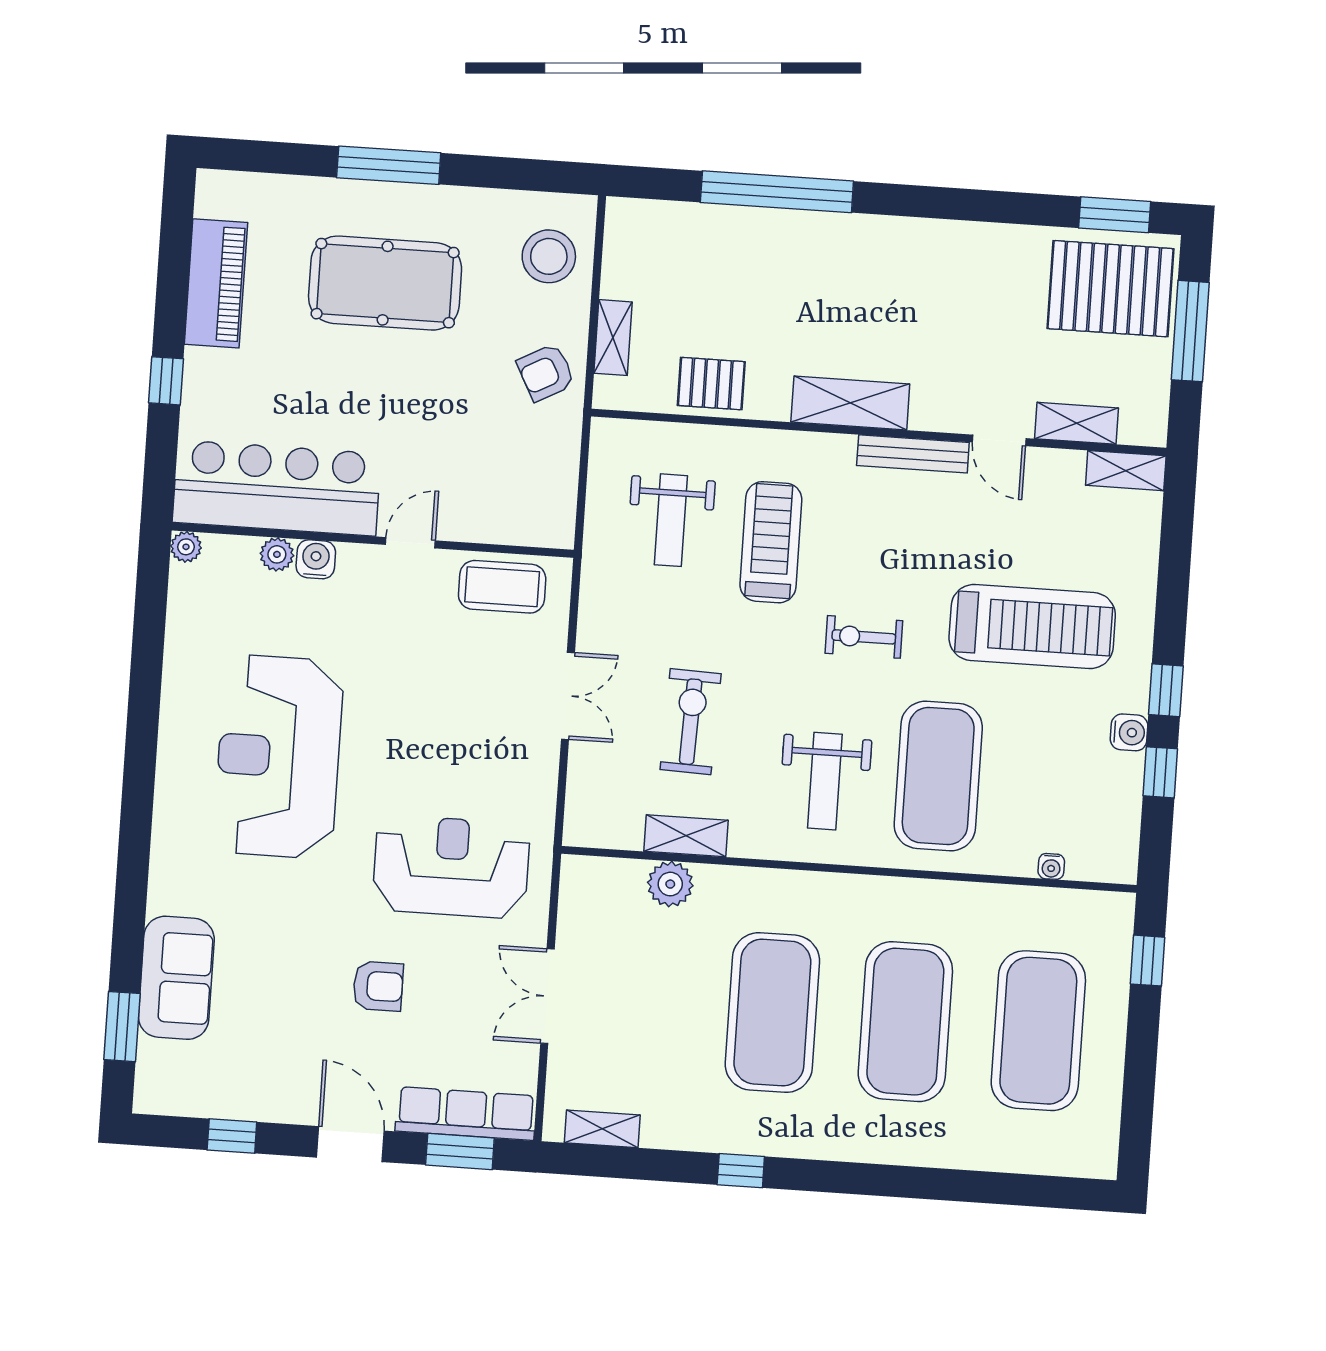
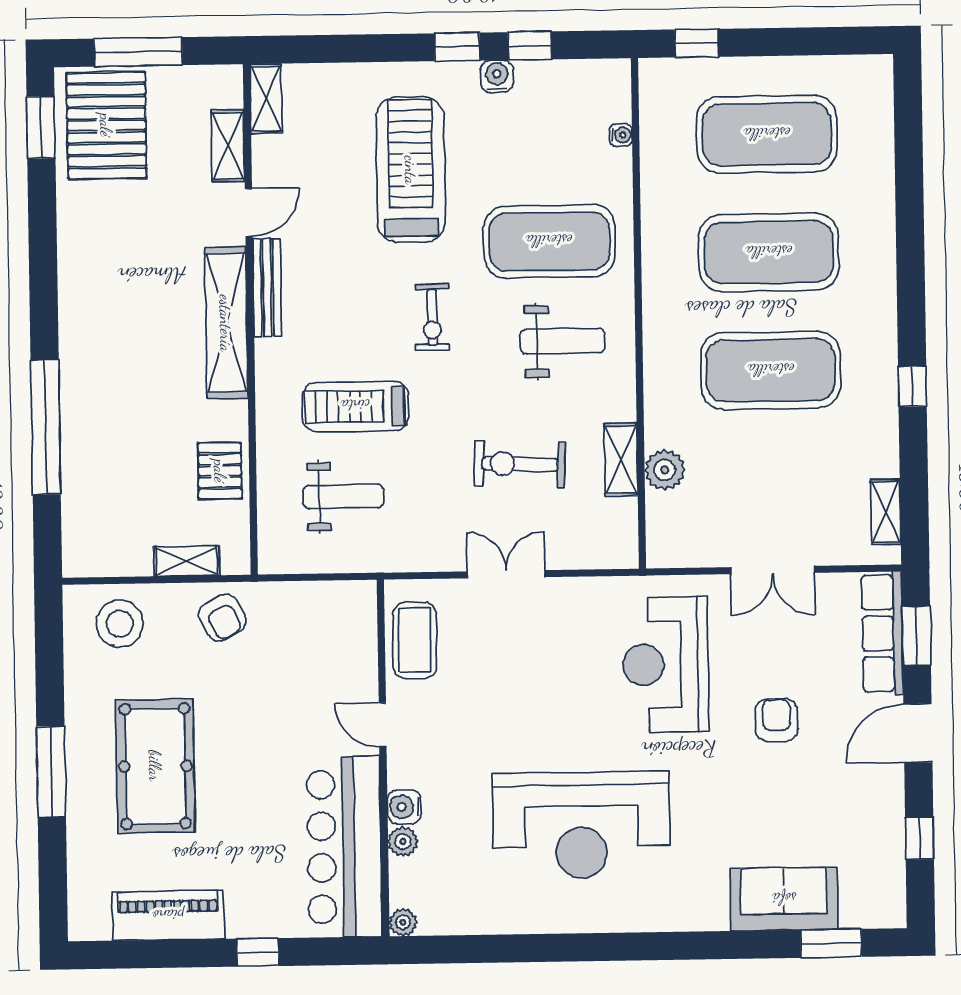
shelving: (850, 403) -> (226, 323), width x1.47

